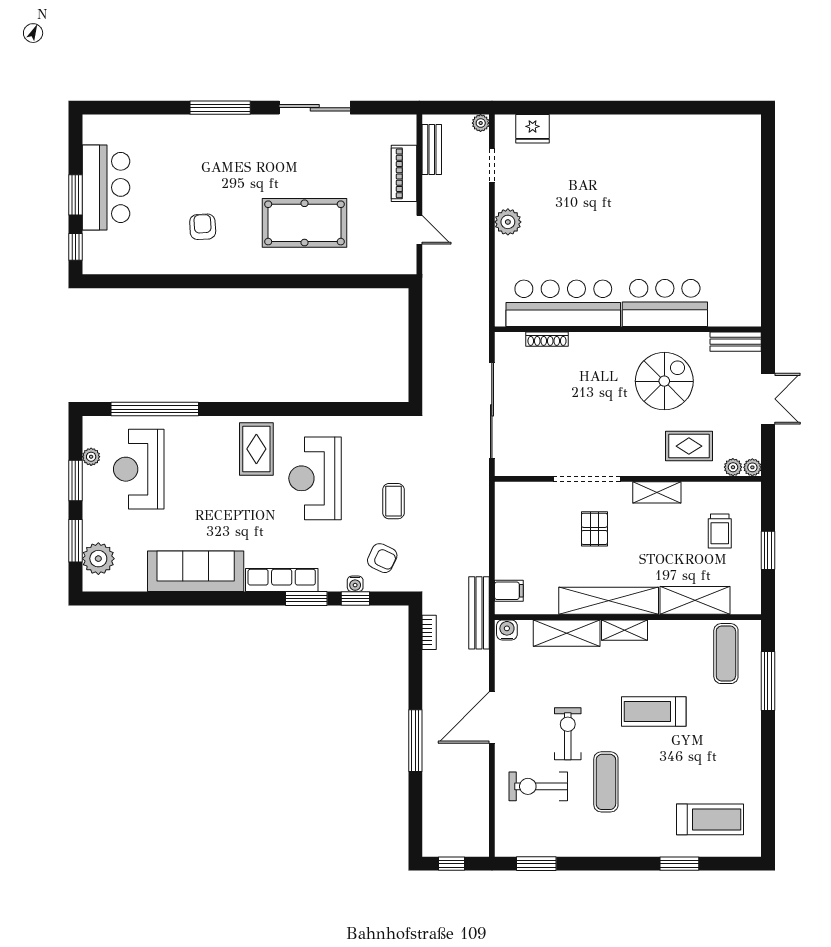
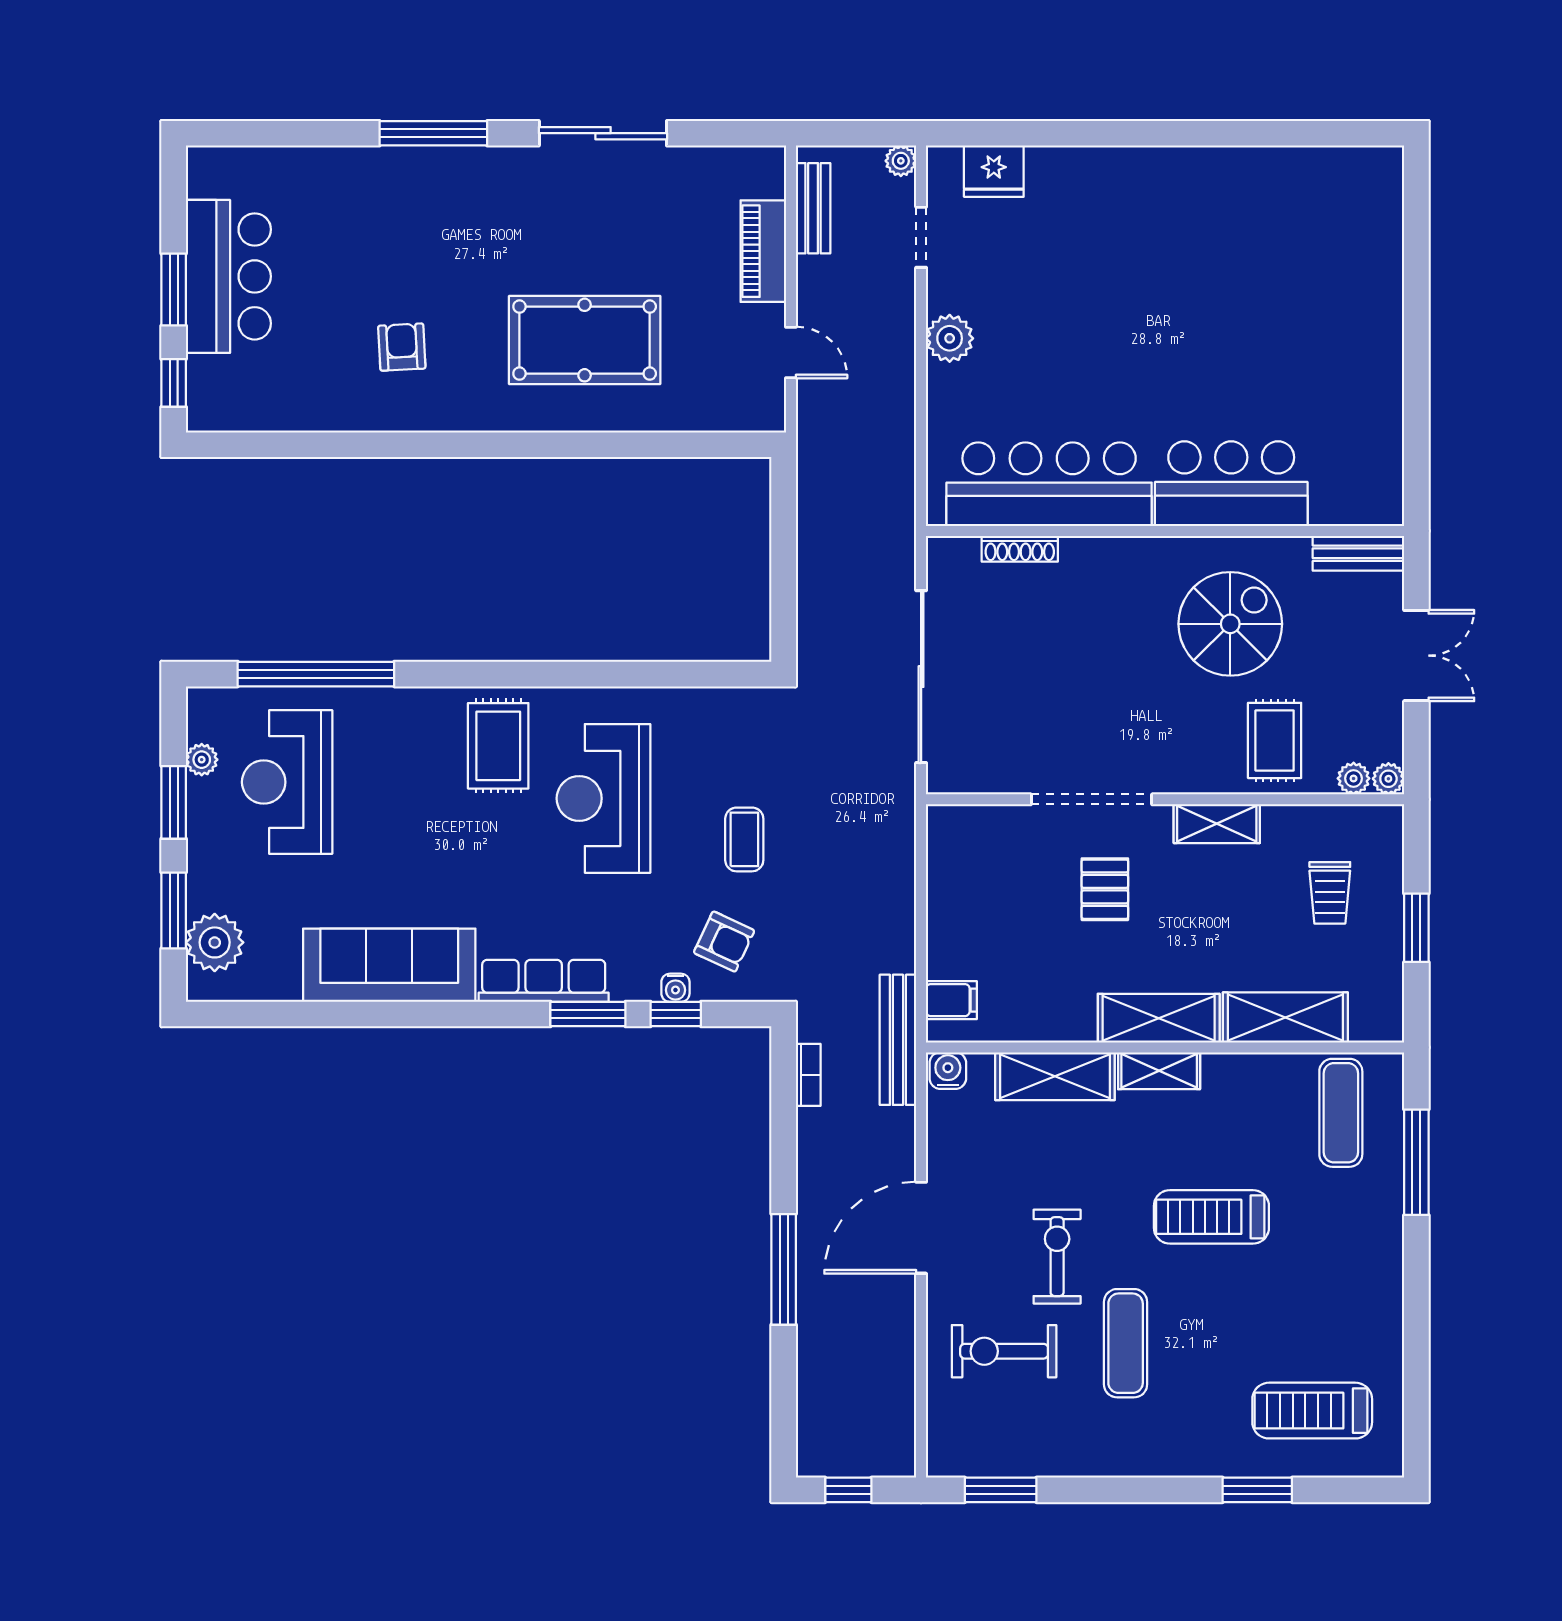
rug: (689, 446) -> (1275, 740), turned 90
shelving: (609, 601) -> (1159, 1018), width x0.68
treadmill: (710, 819) -> (1312, 1411), turned 180

